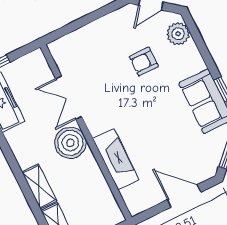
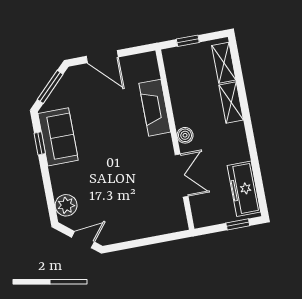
armchair: (144, 62) -> (104, 189), removed
boiler: (70, 143) -> (185, 135), width x0.54, depth x0.54

